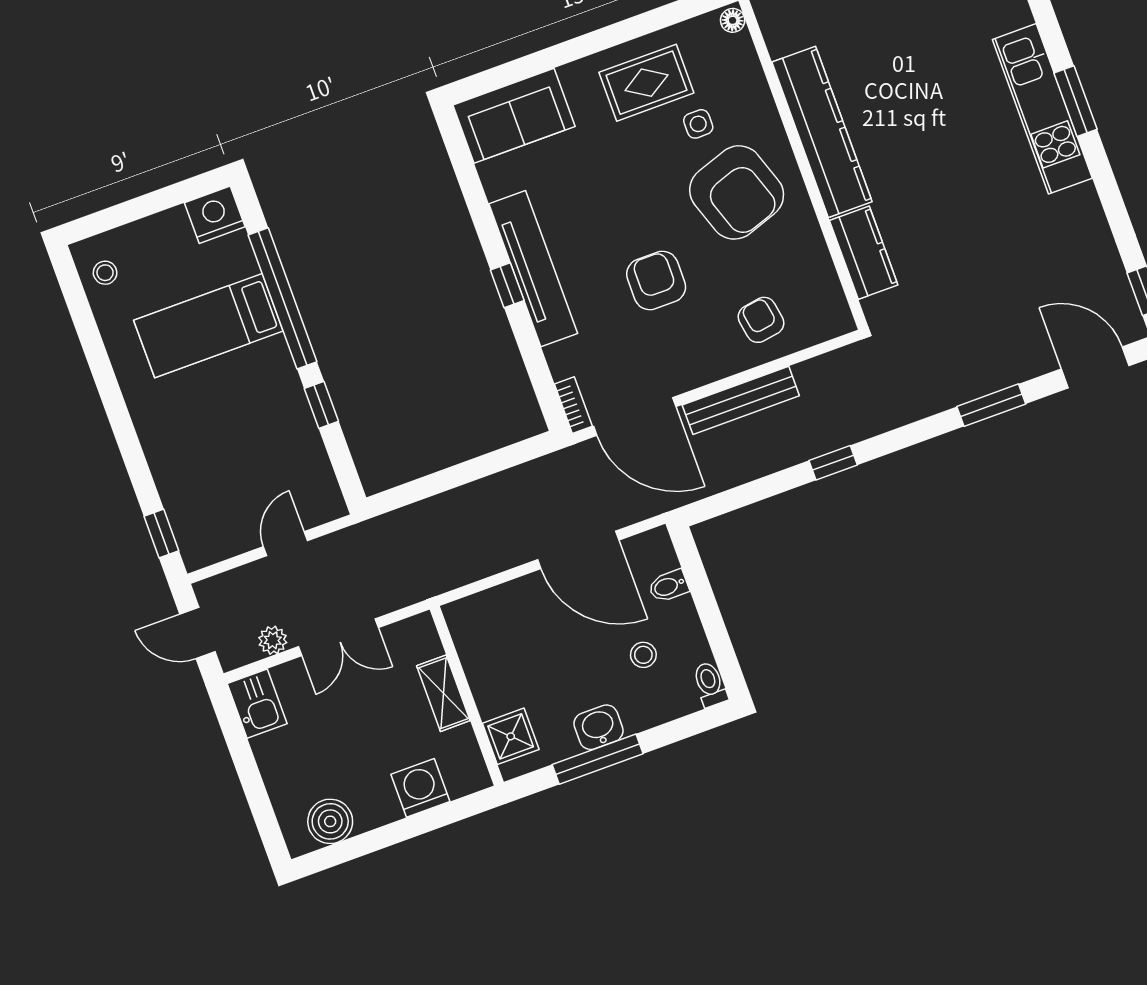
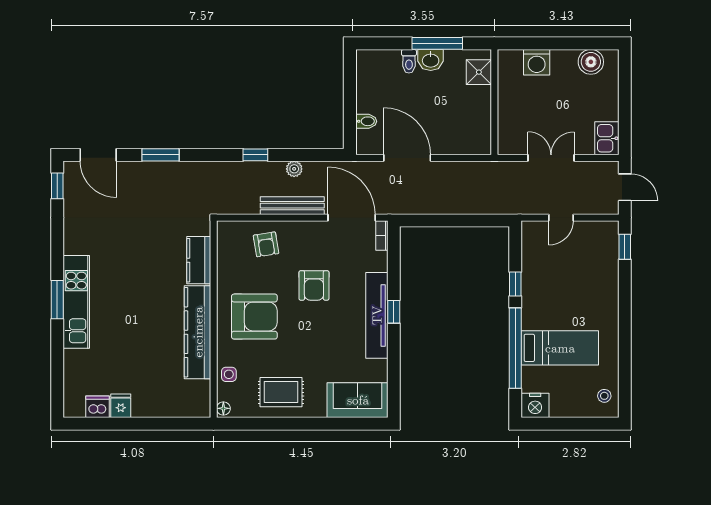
side table: (698, 124) -> (229, 374), moved
armchair: (737, 192) -> (254, 317), turned 109
plant: (273, 640) -> (294, 169), moved
stool: (643, 655) -> (393, 90), removed
toilet: (710, 684) -> (409, 61), moved
shelving: (443, 693) -> (506, 108), removed

